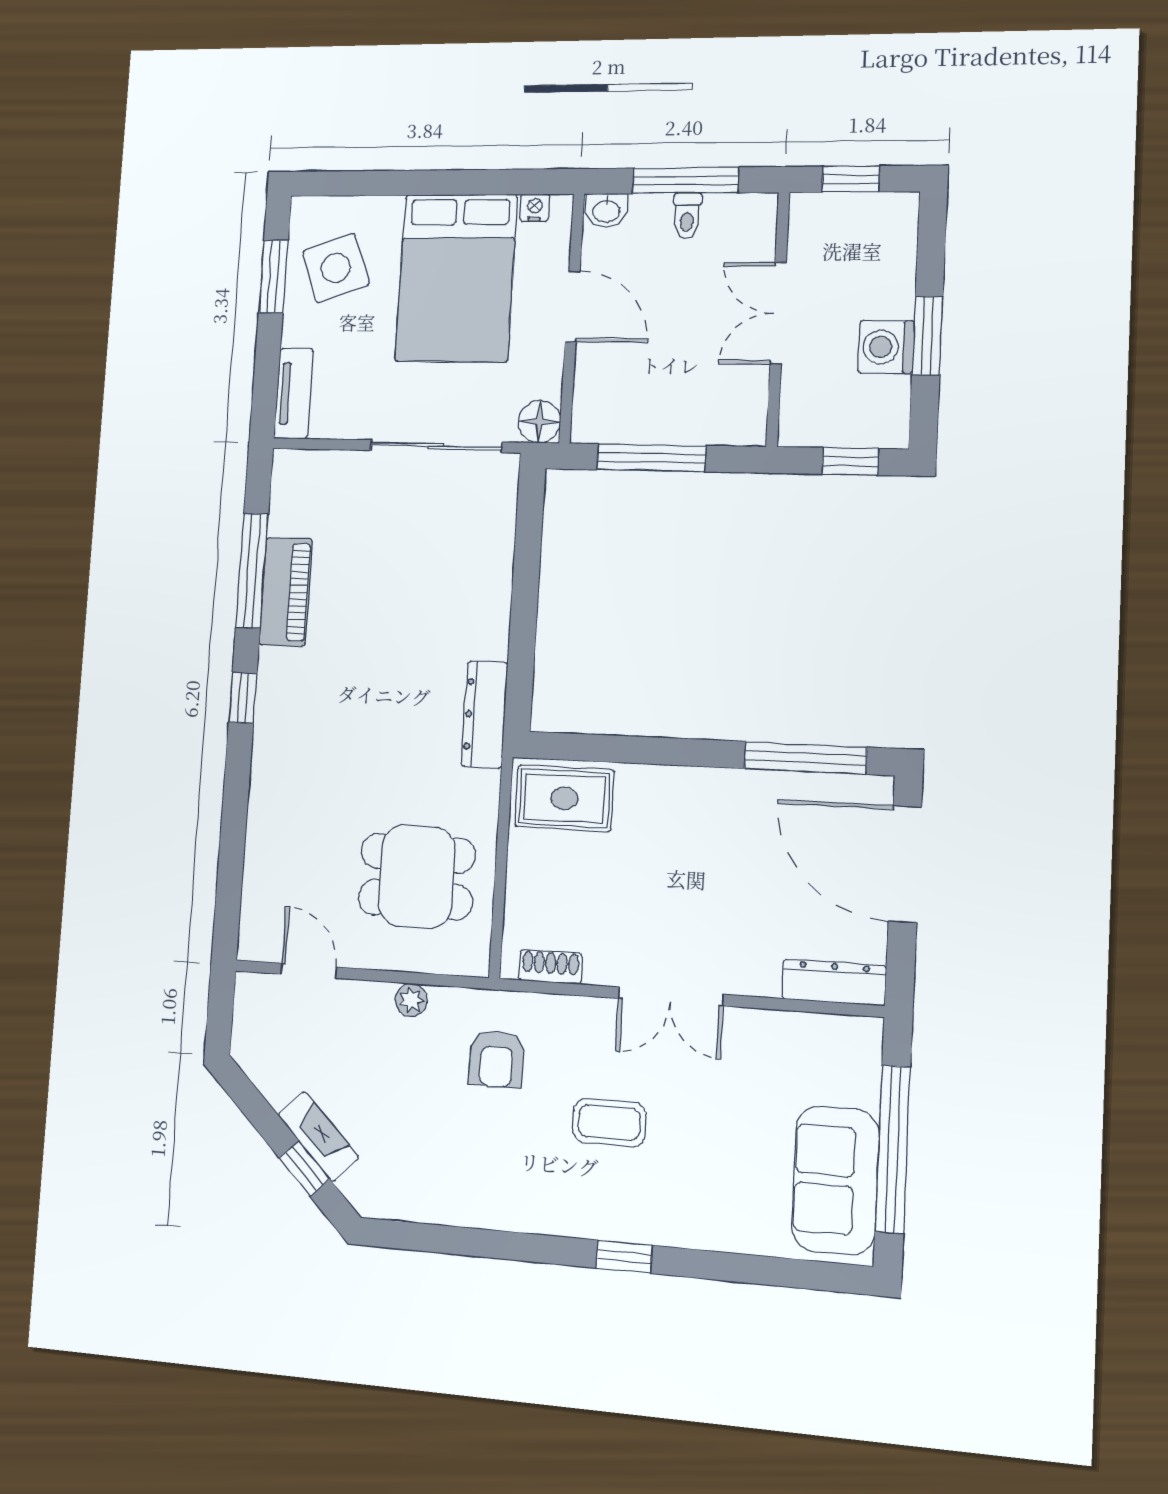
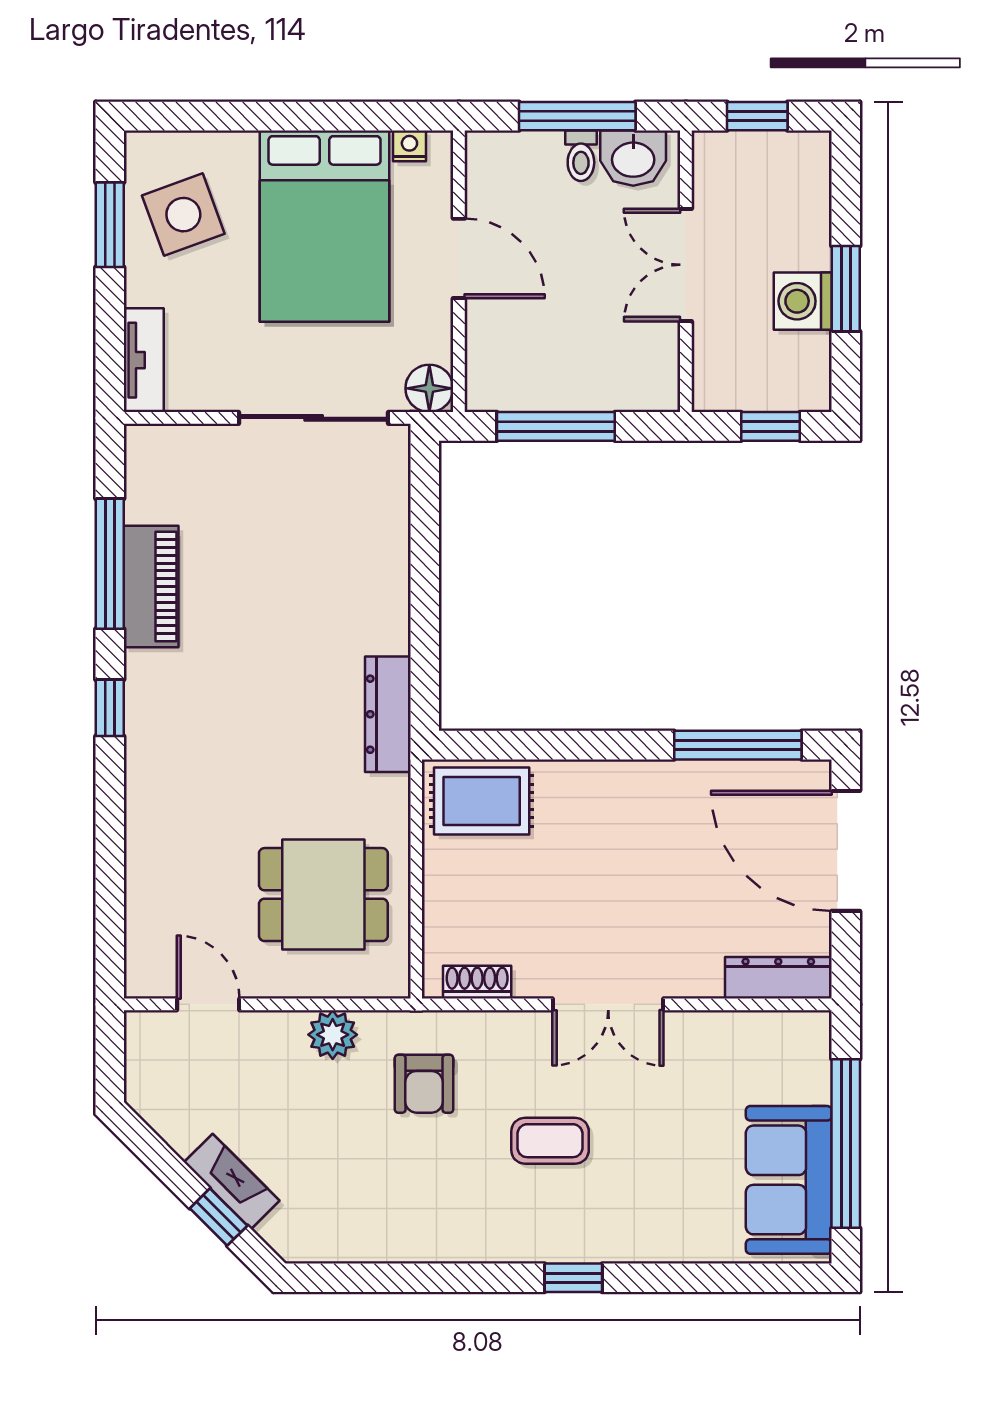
washbasin: (606, 210) -> (633, 158), moved, width x1.38, depth x1.45
plant: (411, 1000) -> (333, 1035), width x1.38, depth x1.38

